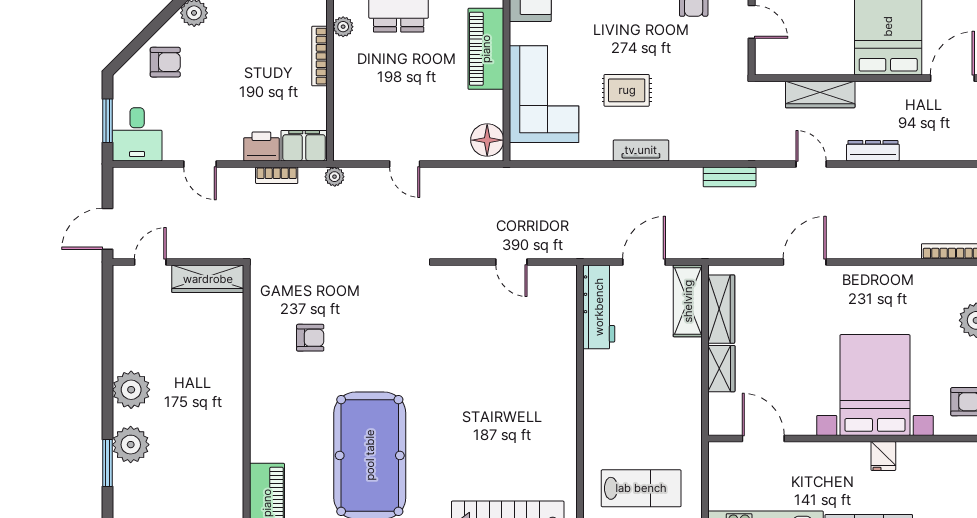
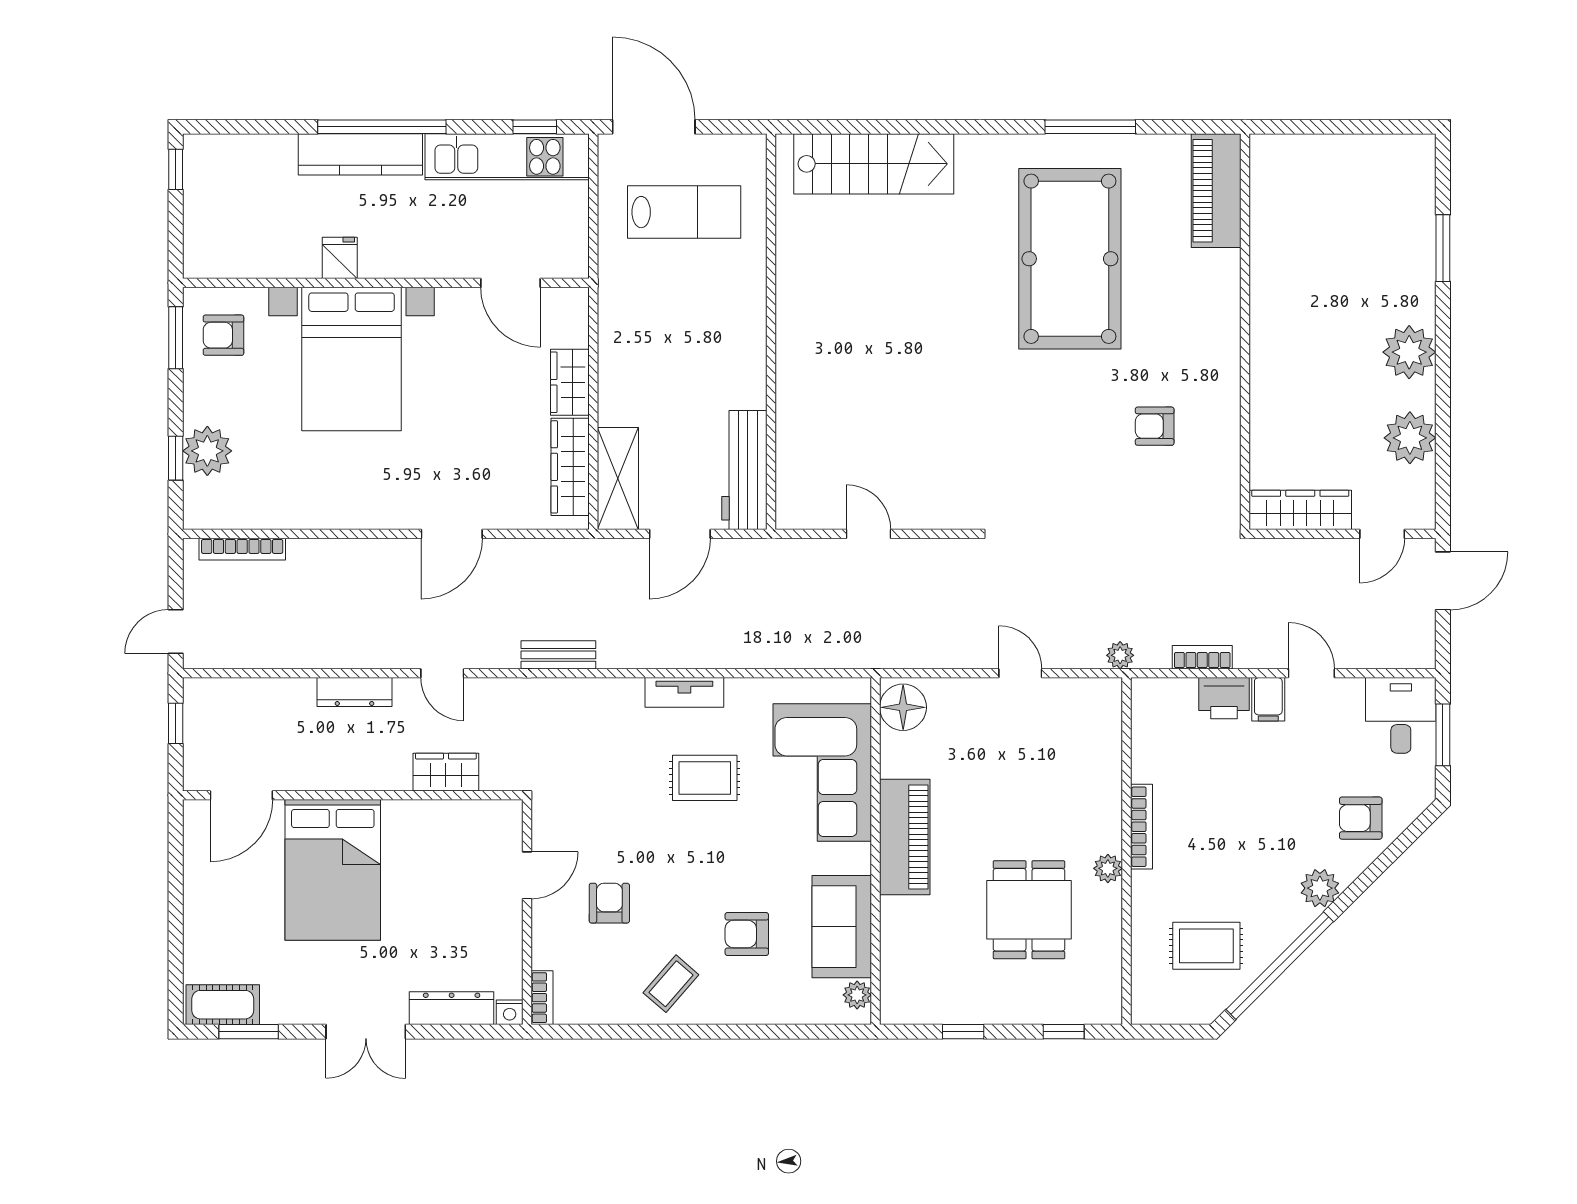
door: (752, 22) -> (527, 875), swing flipped
wardrobe: (820, 94) -> (446, 772), width x0.67
filing cabinet: (304, 146) -> (1268, 699), moved, width x0.50
plant: (131, 445) -> (1410, 438), moved
lab bench: (641, 488) -> (684, 212), turned 180

